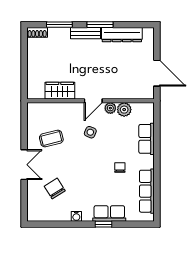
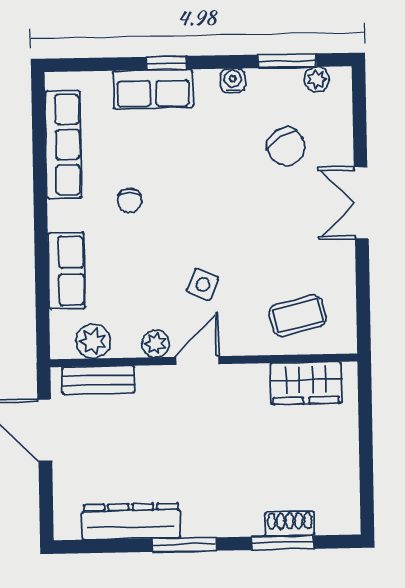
shoe rack: (37, 32) -> (290, 524), moved
bench: (85, 33) -> (98, 380), moved
wardrobe: (60, 91) -> (306, 383), moved
plant: (124, 110) -> (93, 341), moved
coffee table: (51, 138) -> (298, 316), moved
plant: (41, 216) -> (317, 79), added
window: (54, 224) -> (287, 61), added

